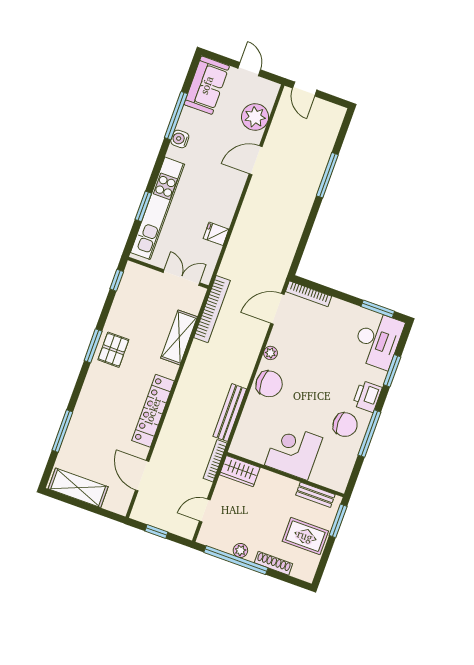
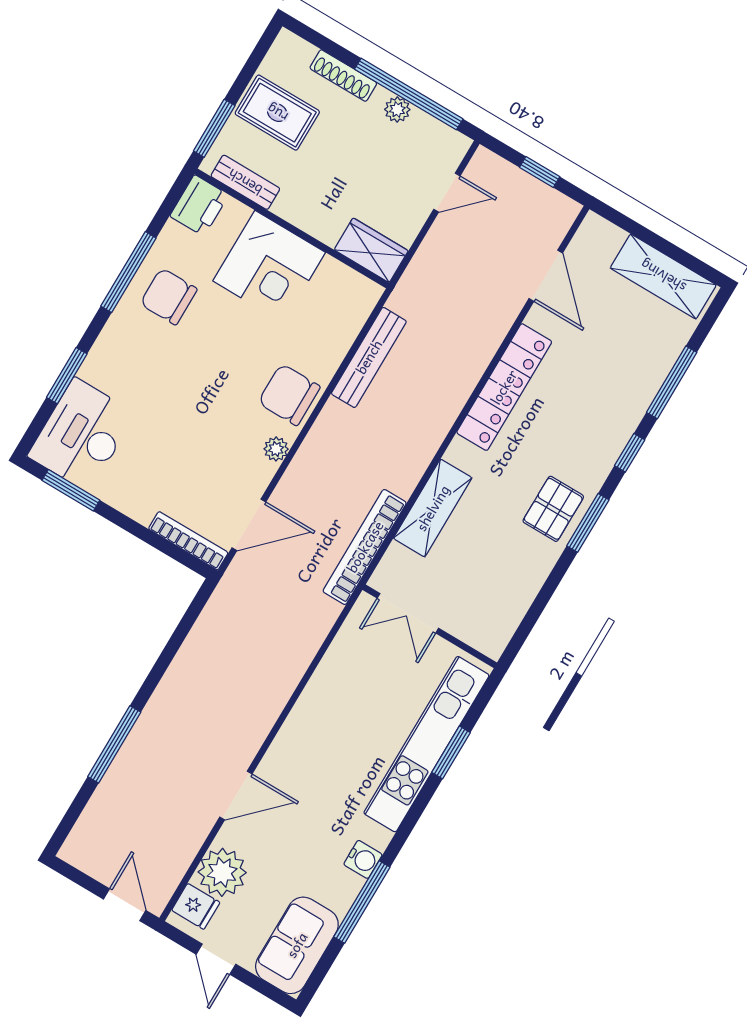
fridge: (216, 234) -> (196, 906), moved
window: (117, 280) -> (630, 453), moved
printer: (367, 396) -> (199, 205), moved
bookcase: (215, 461) -> (411, 277), removed

